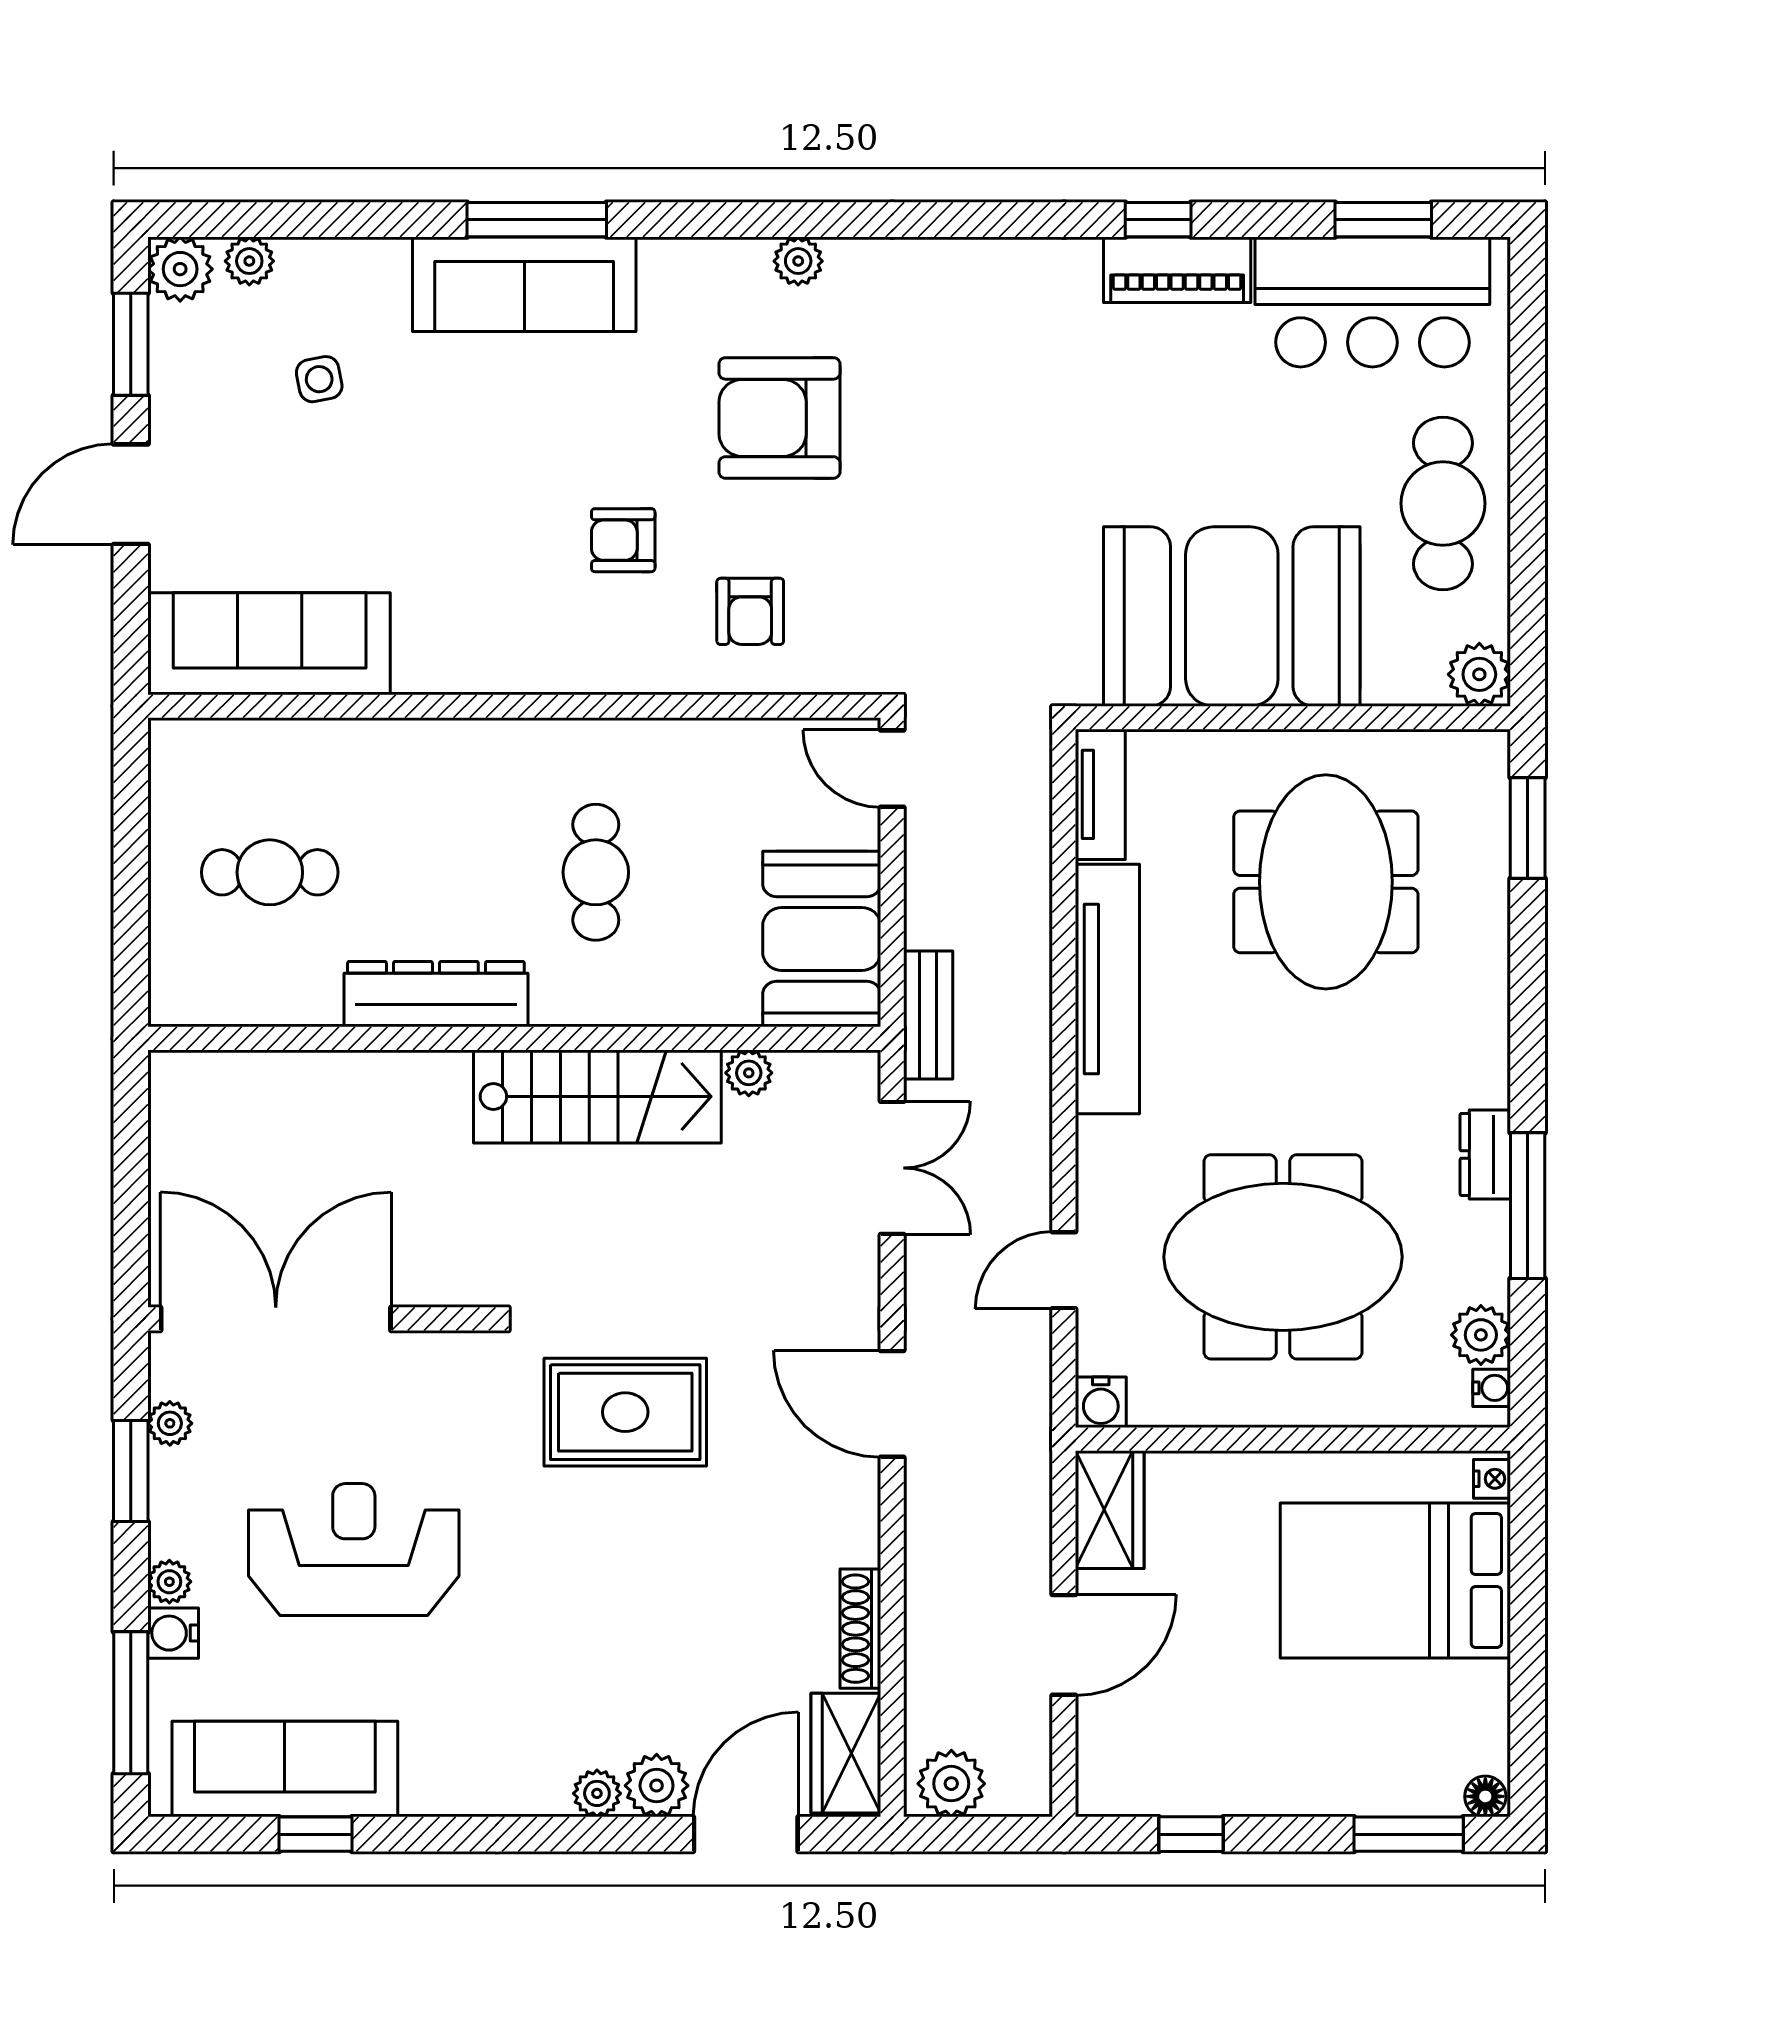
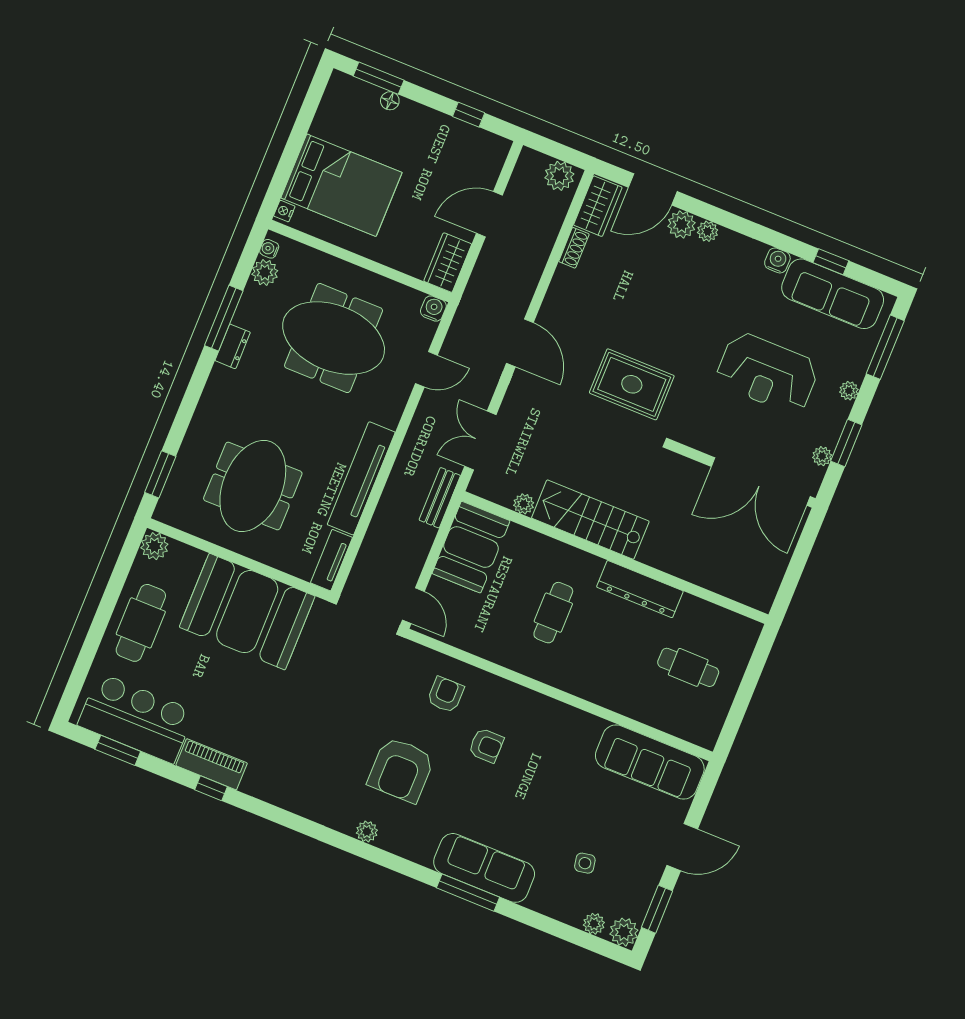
armchair: (779, 418) -> (401, 770), turned 90
shoe rack: (860, 1629) -> (574, 248), width x0.70
water cooler: (173, 1633) -> (777, 260), moved, turned -90
floor lamp: (1485, 1796) -> (390, 101), moved

